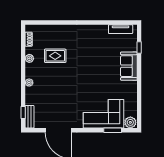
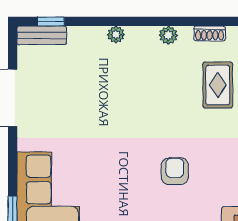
armchair: (92, 55) -> (175, 171), added
rug: (55, 56) -> (218, 85), moved

